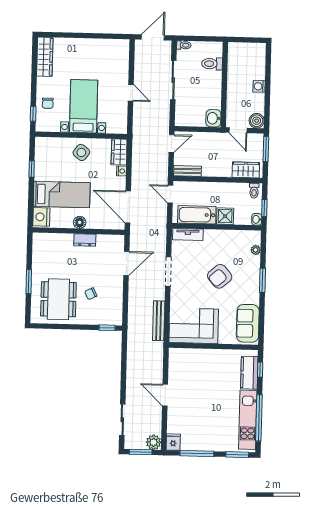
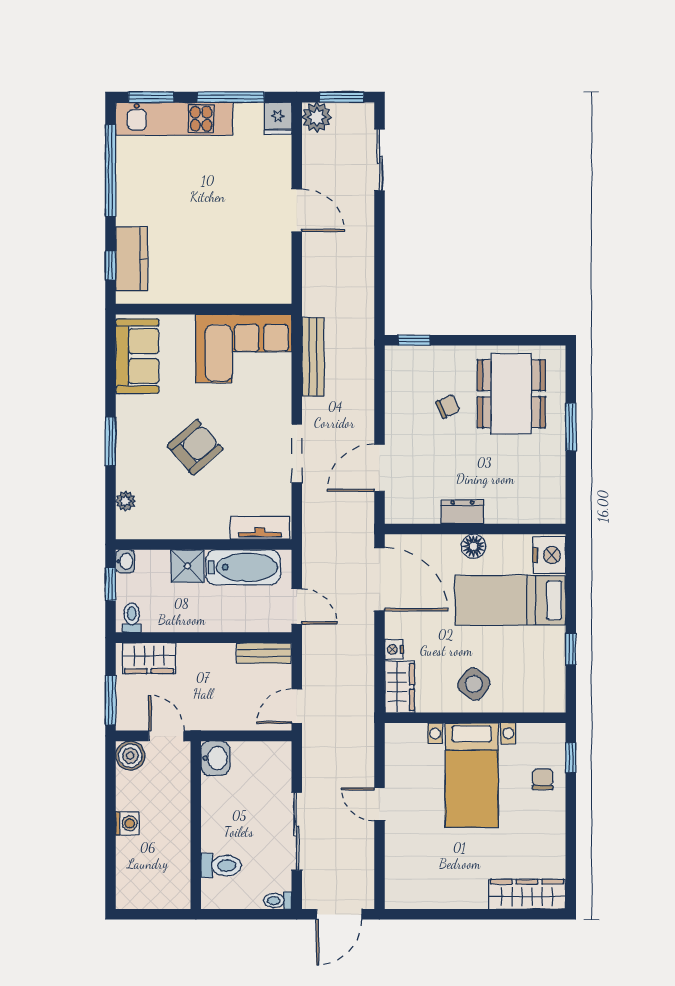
wardrobe: (45, 57) -> (527, 894), moved, turned 90
kitchen unit: (248, 420) -> (174, 119), moved, turned 90

